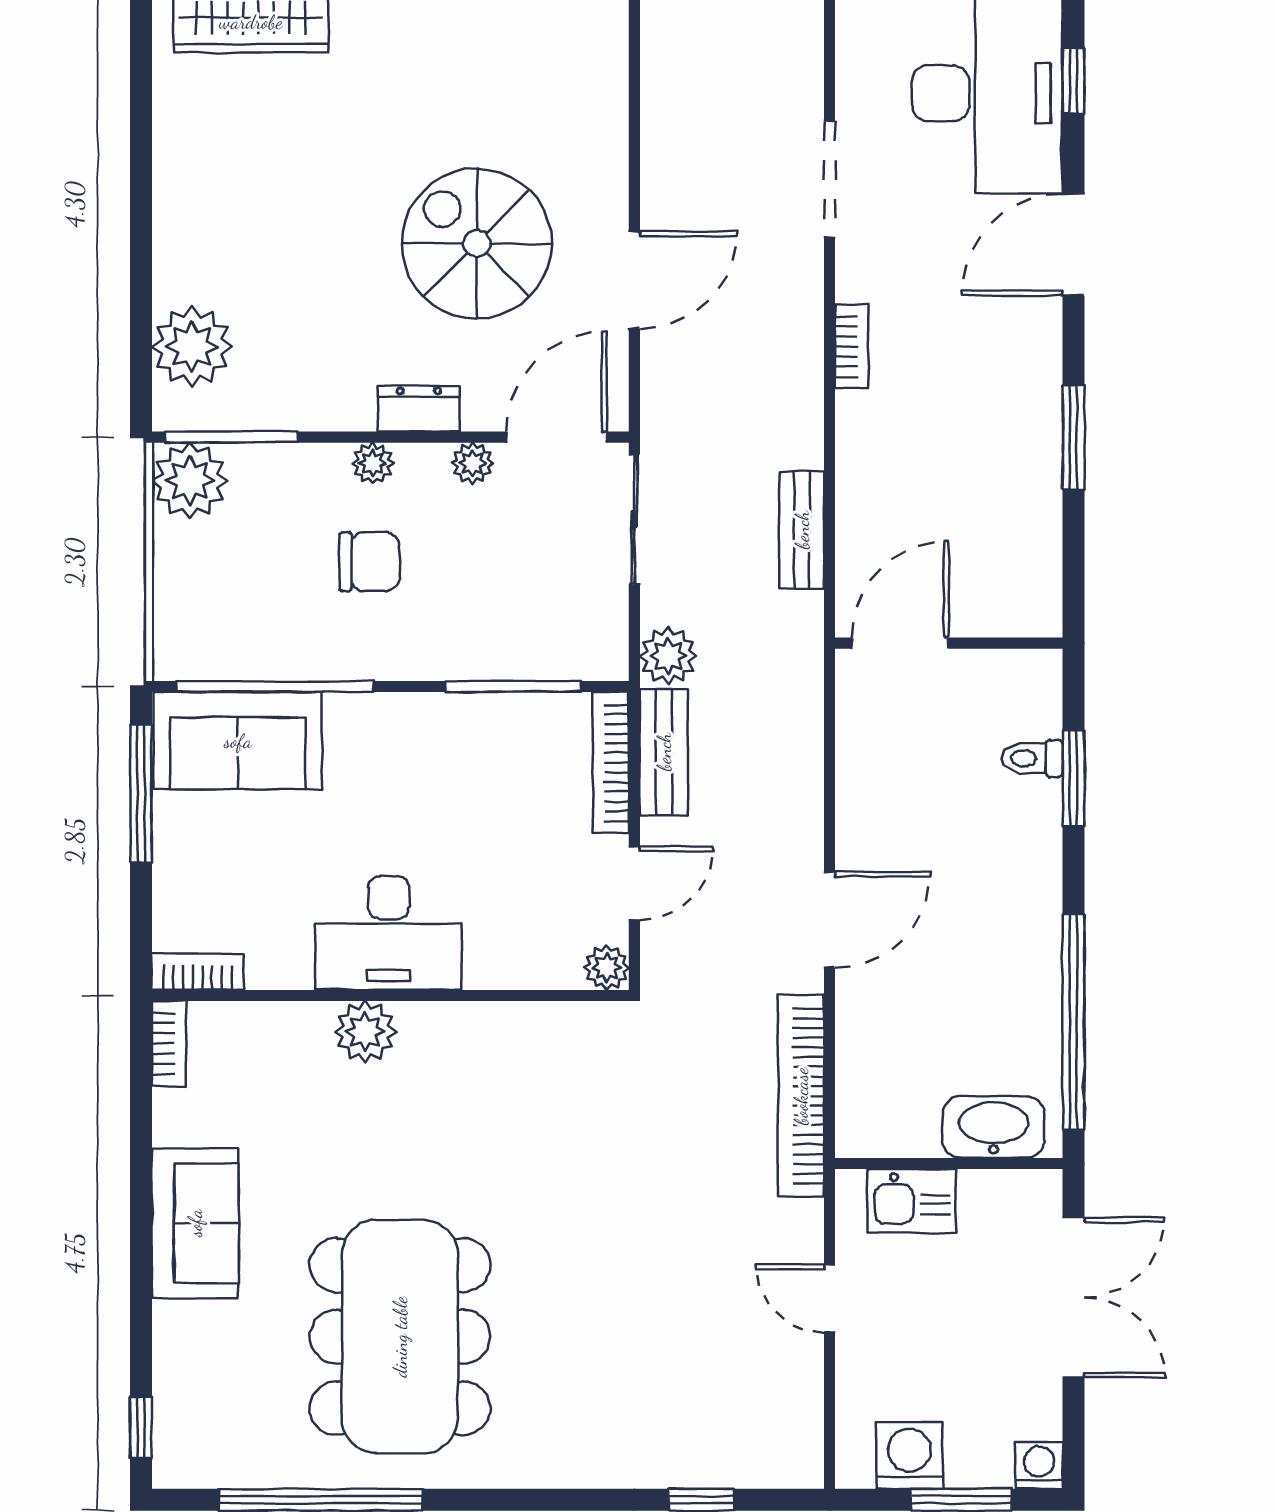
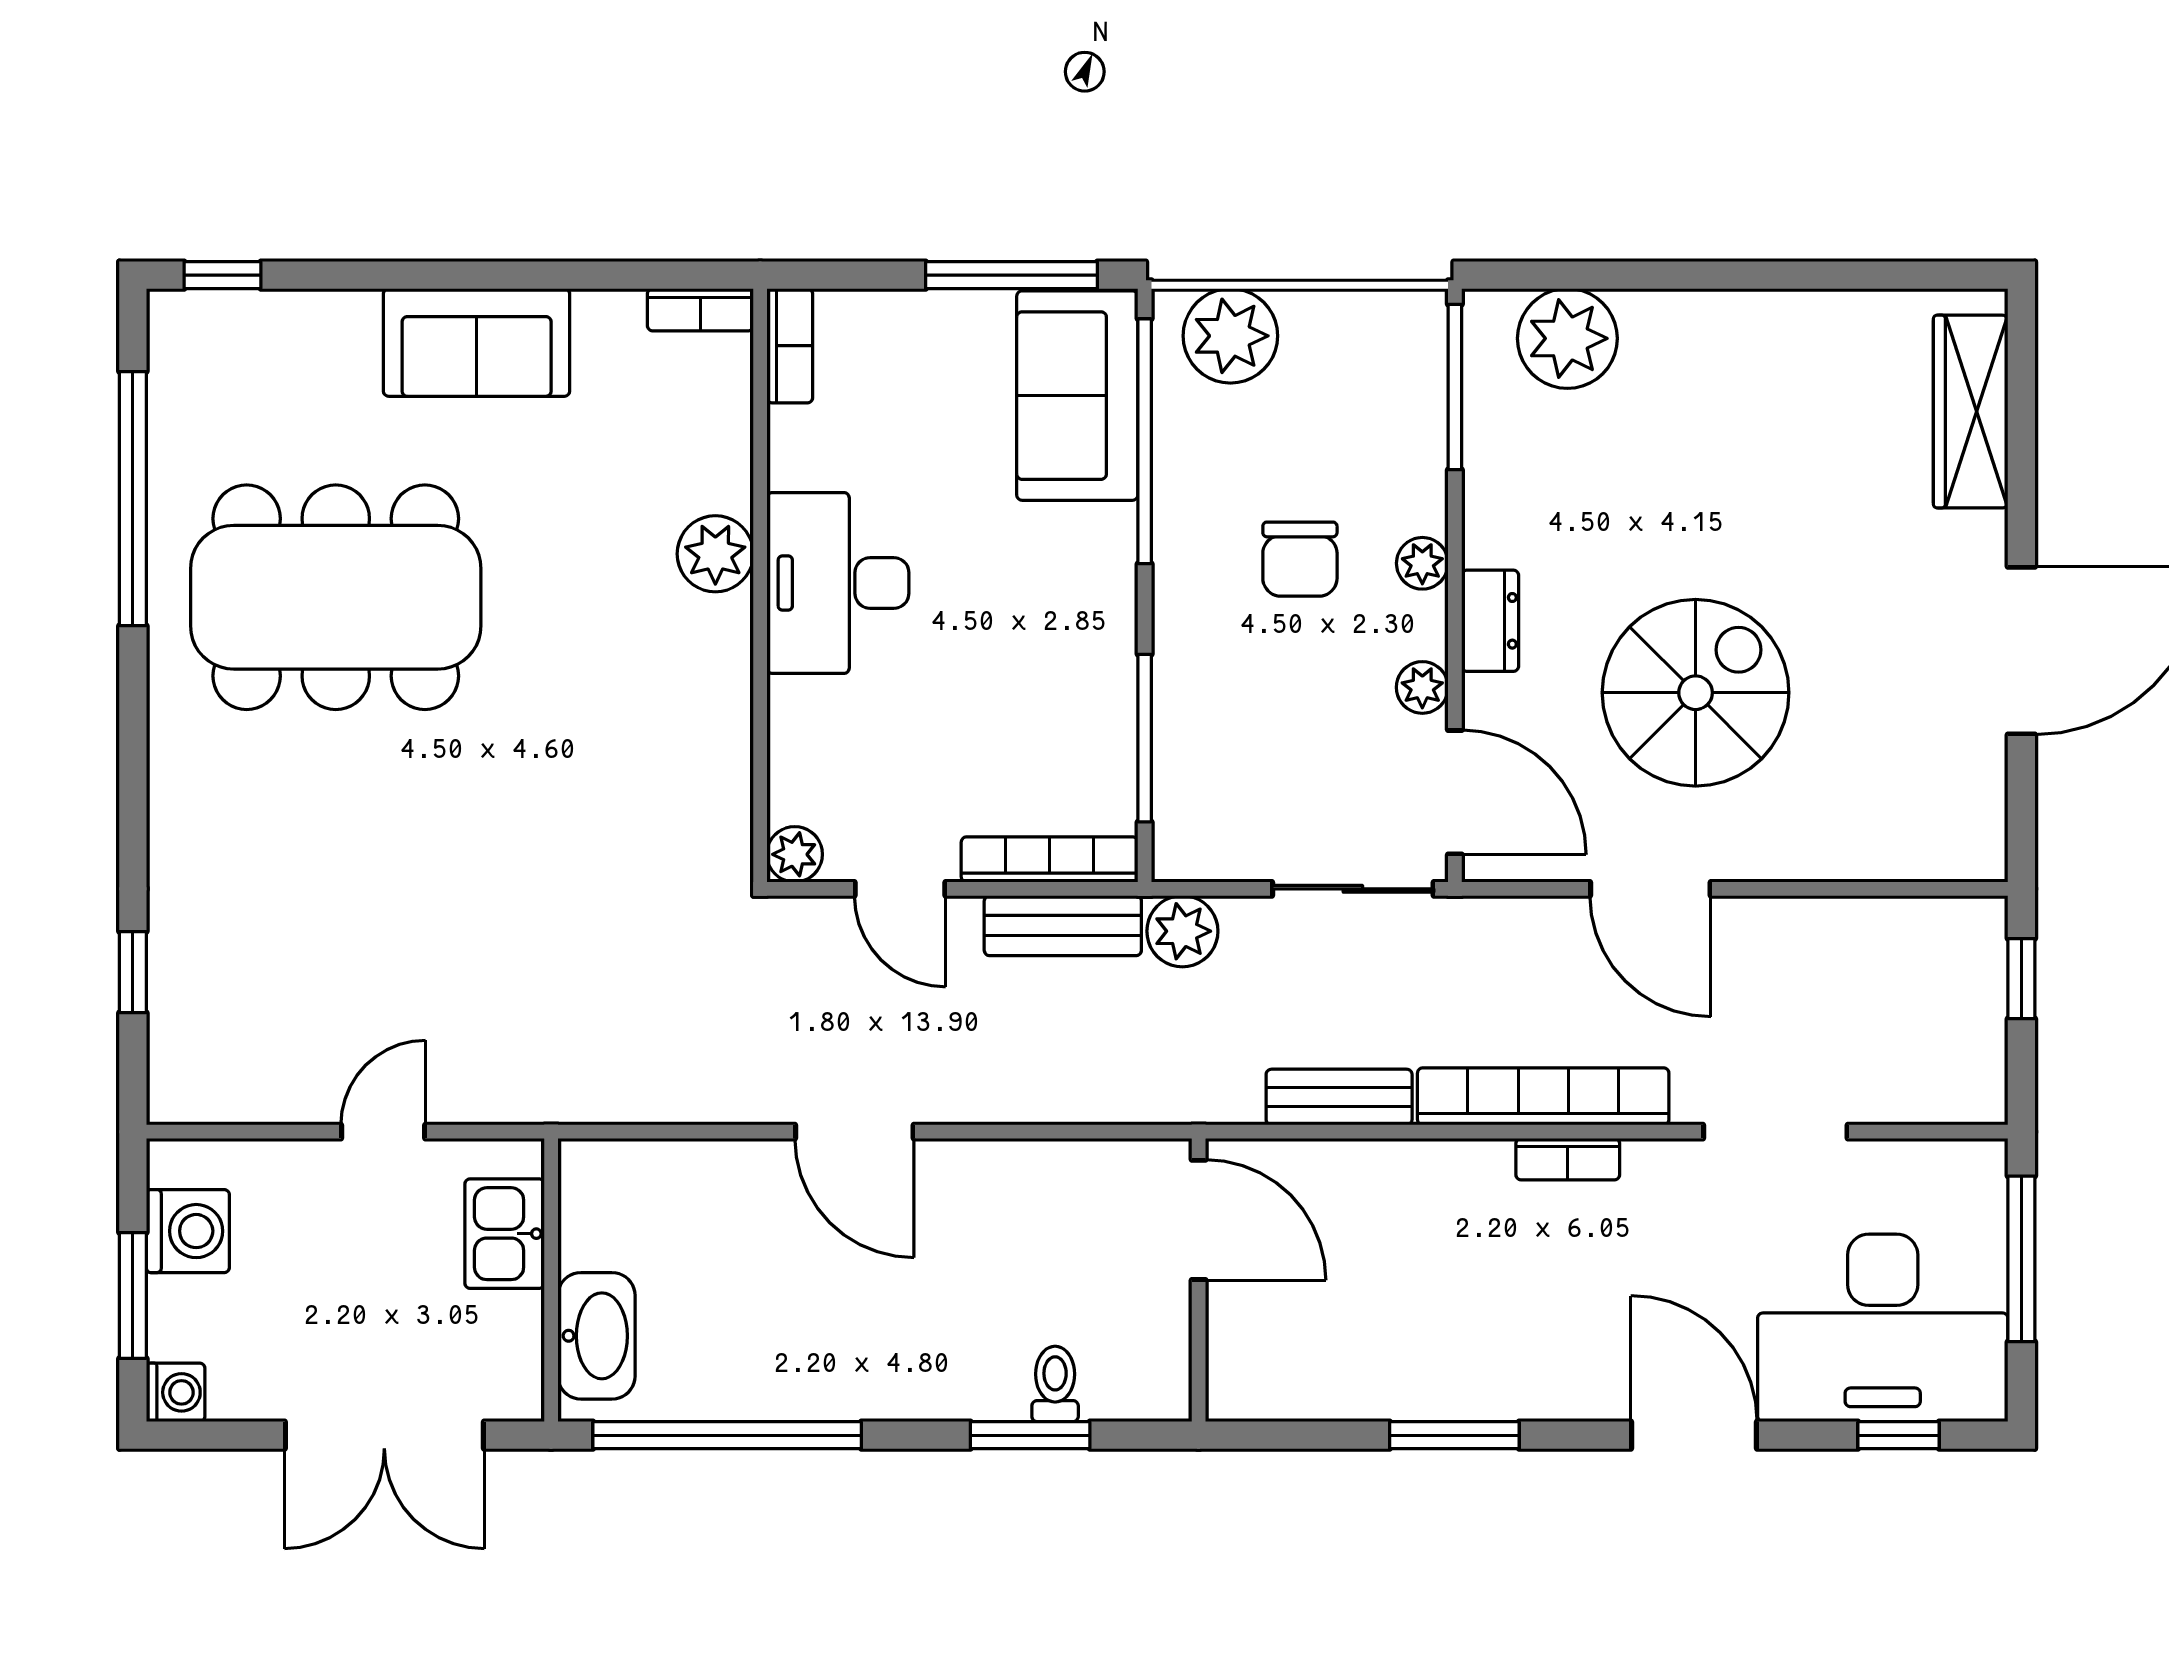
plant: (190, 480) -> (1230, 336), moved
bookcase: (801, 1096) -> (1543, 1096), moved

